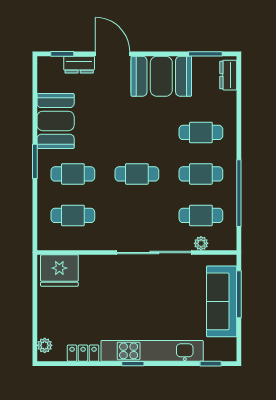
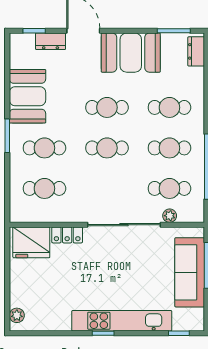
cafe table: (137, 132) -> (107, 107), added
locker: (83, 353) -> (67, 235), moved, turned 180

